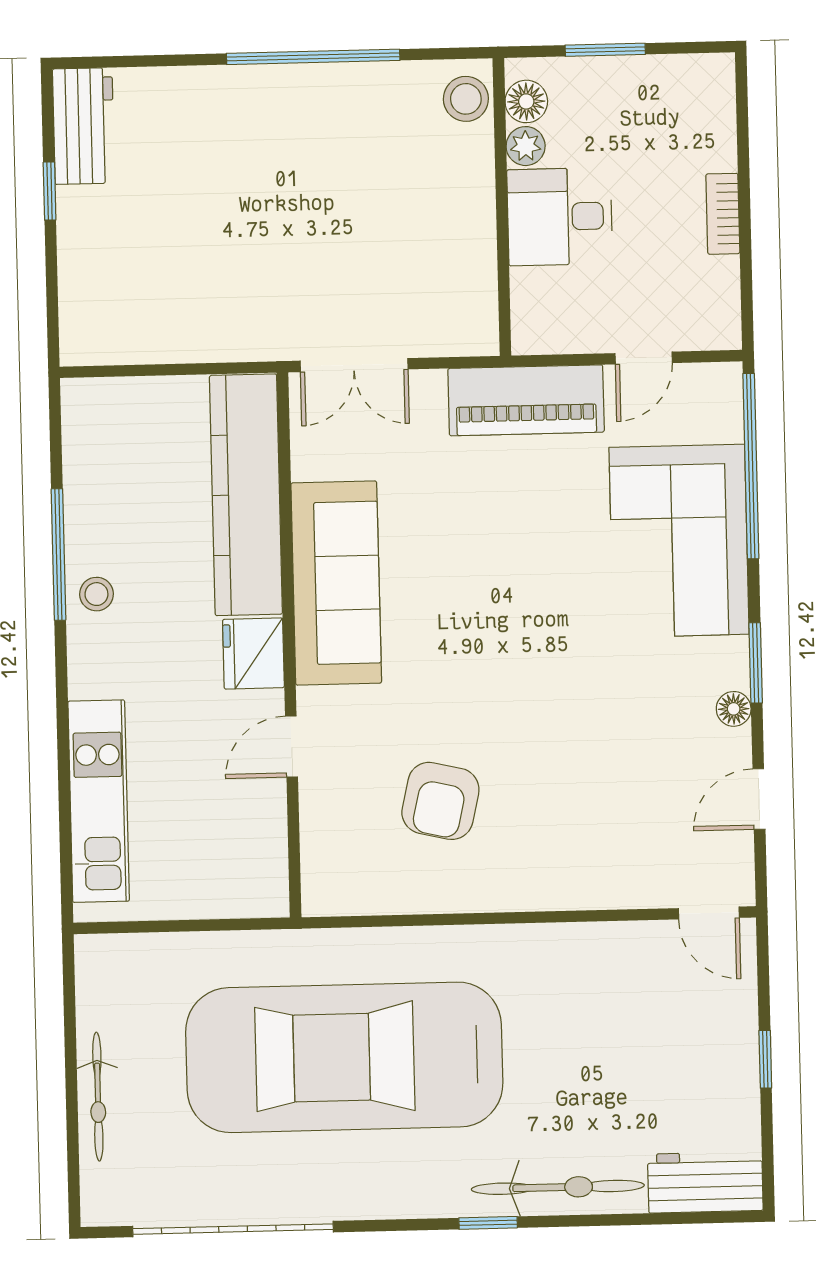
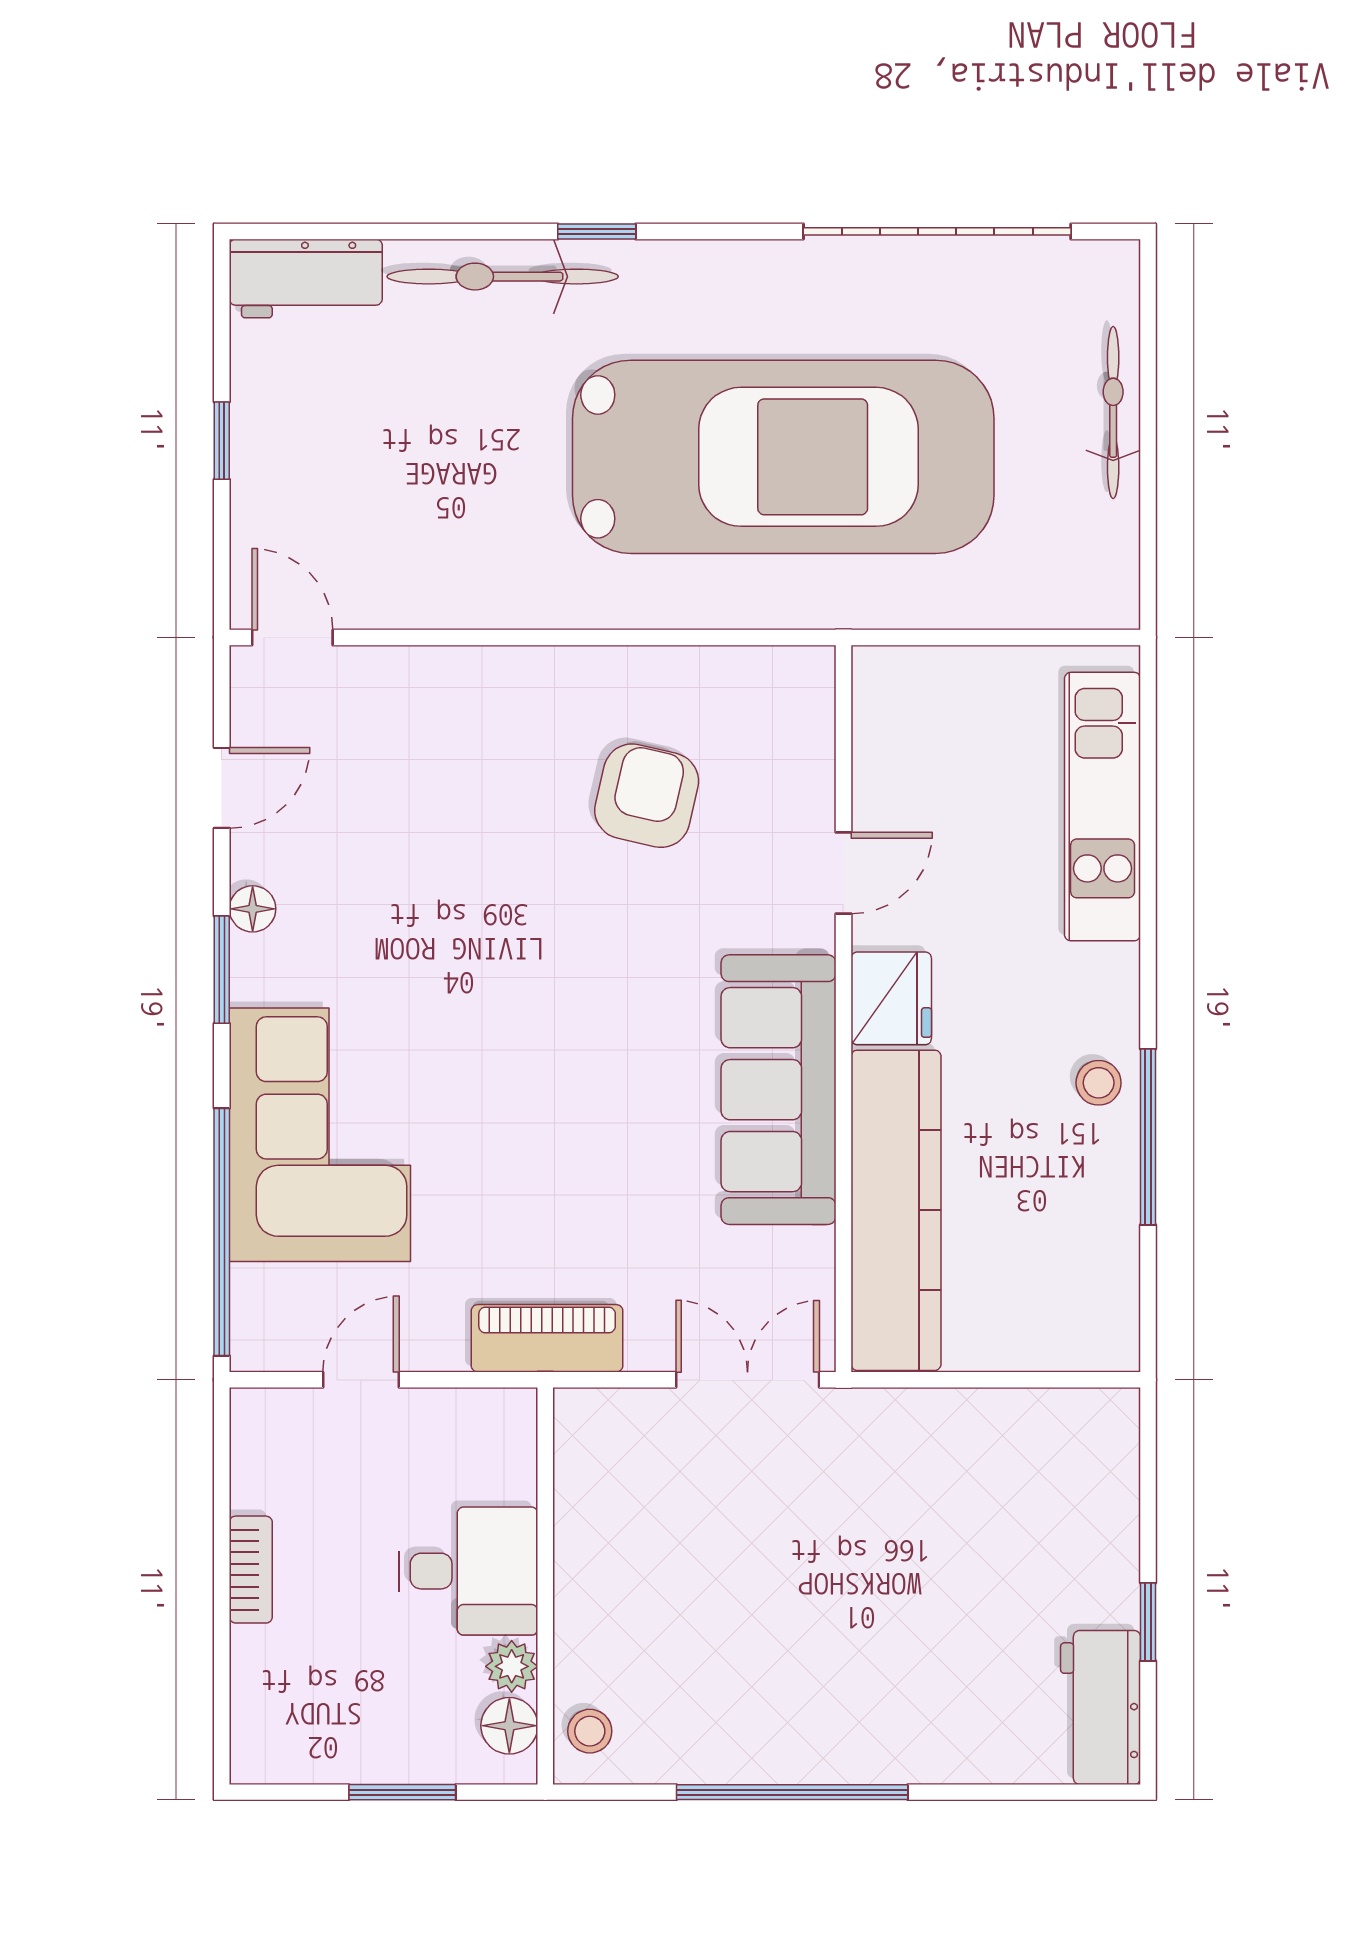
stool: (466, 99) -> (590, 1731), width x0.73, depth x0.73
piano: (526, 400) -> (547, 1338), width x0.73, depth x0.75

